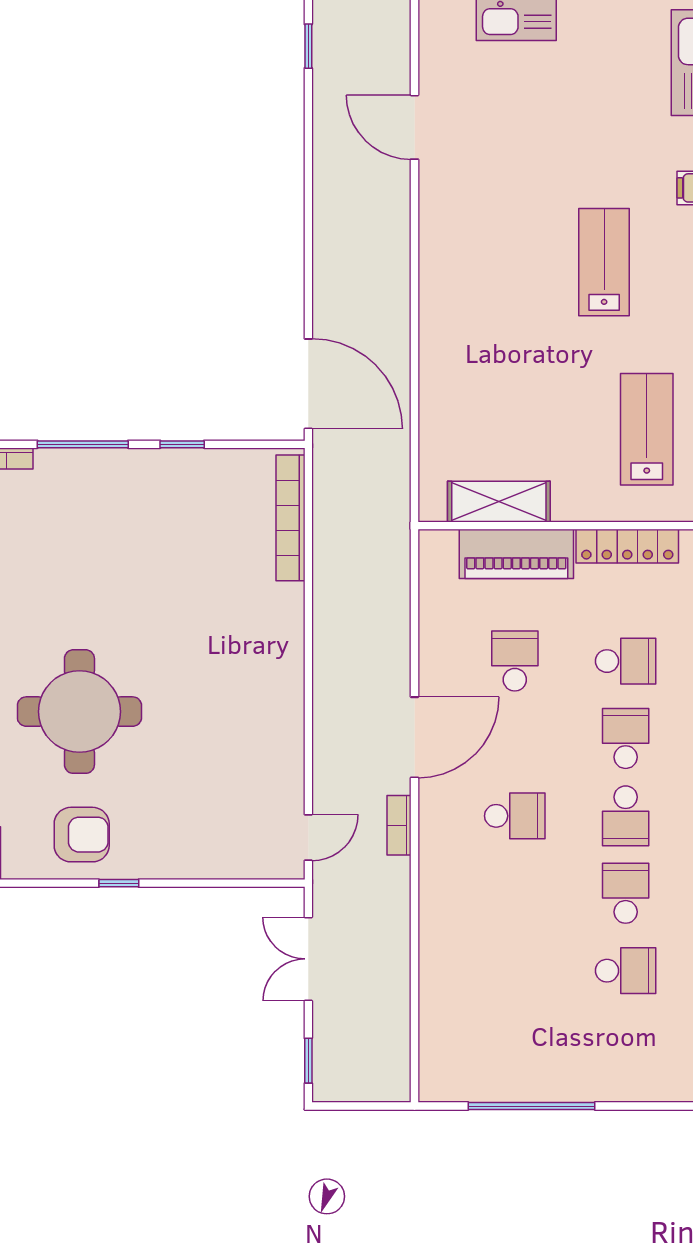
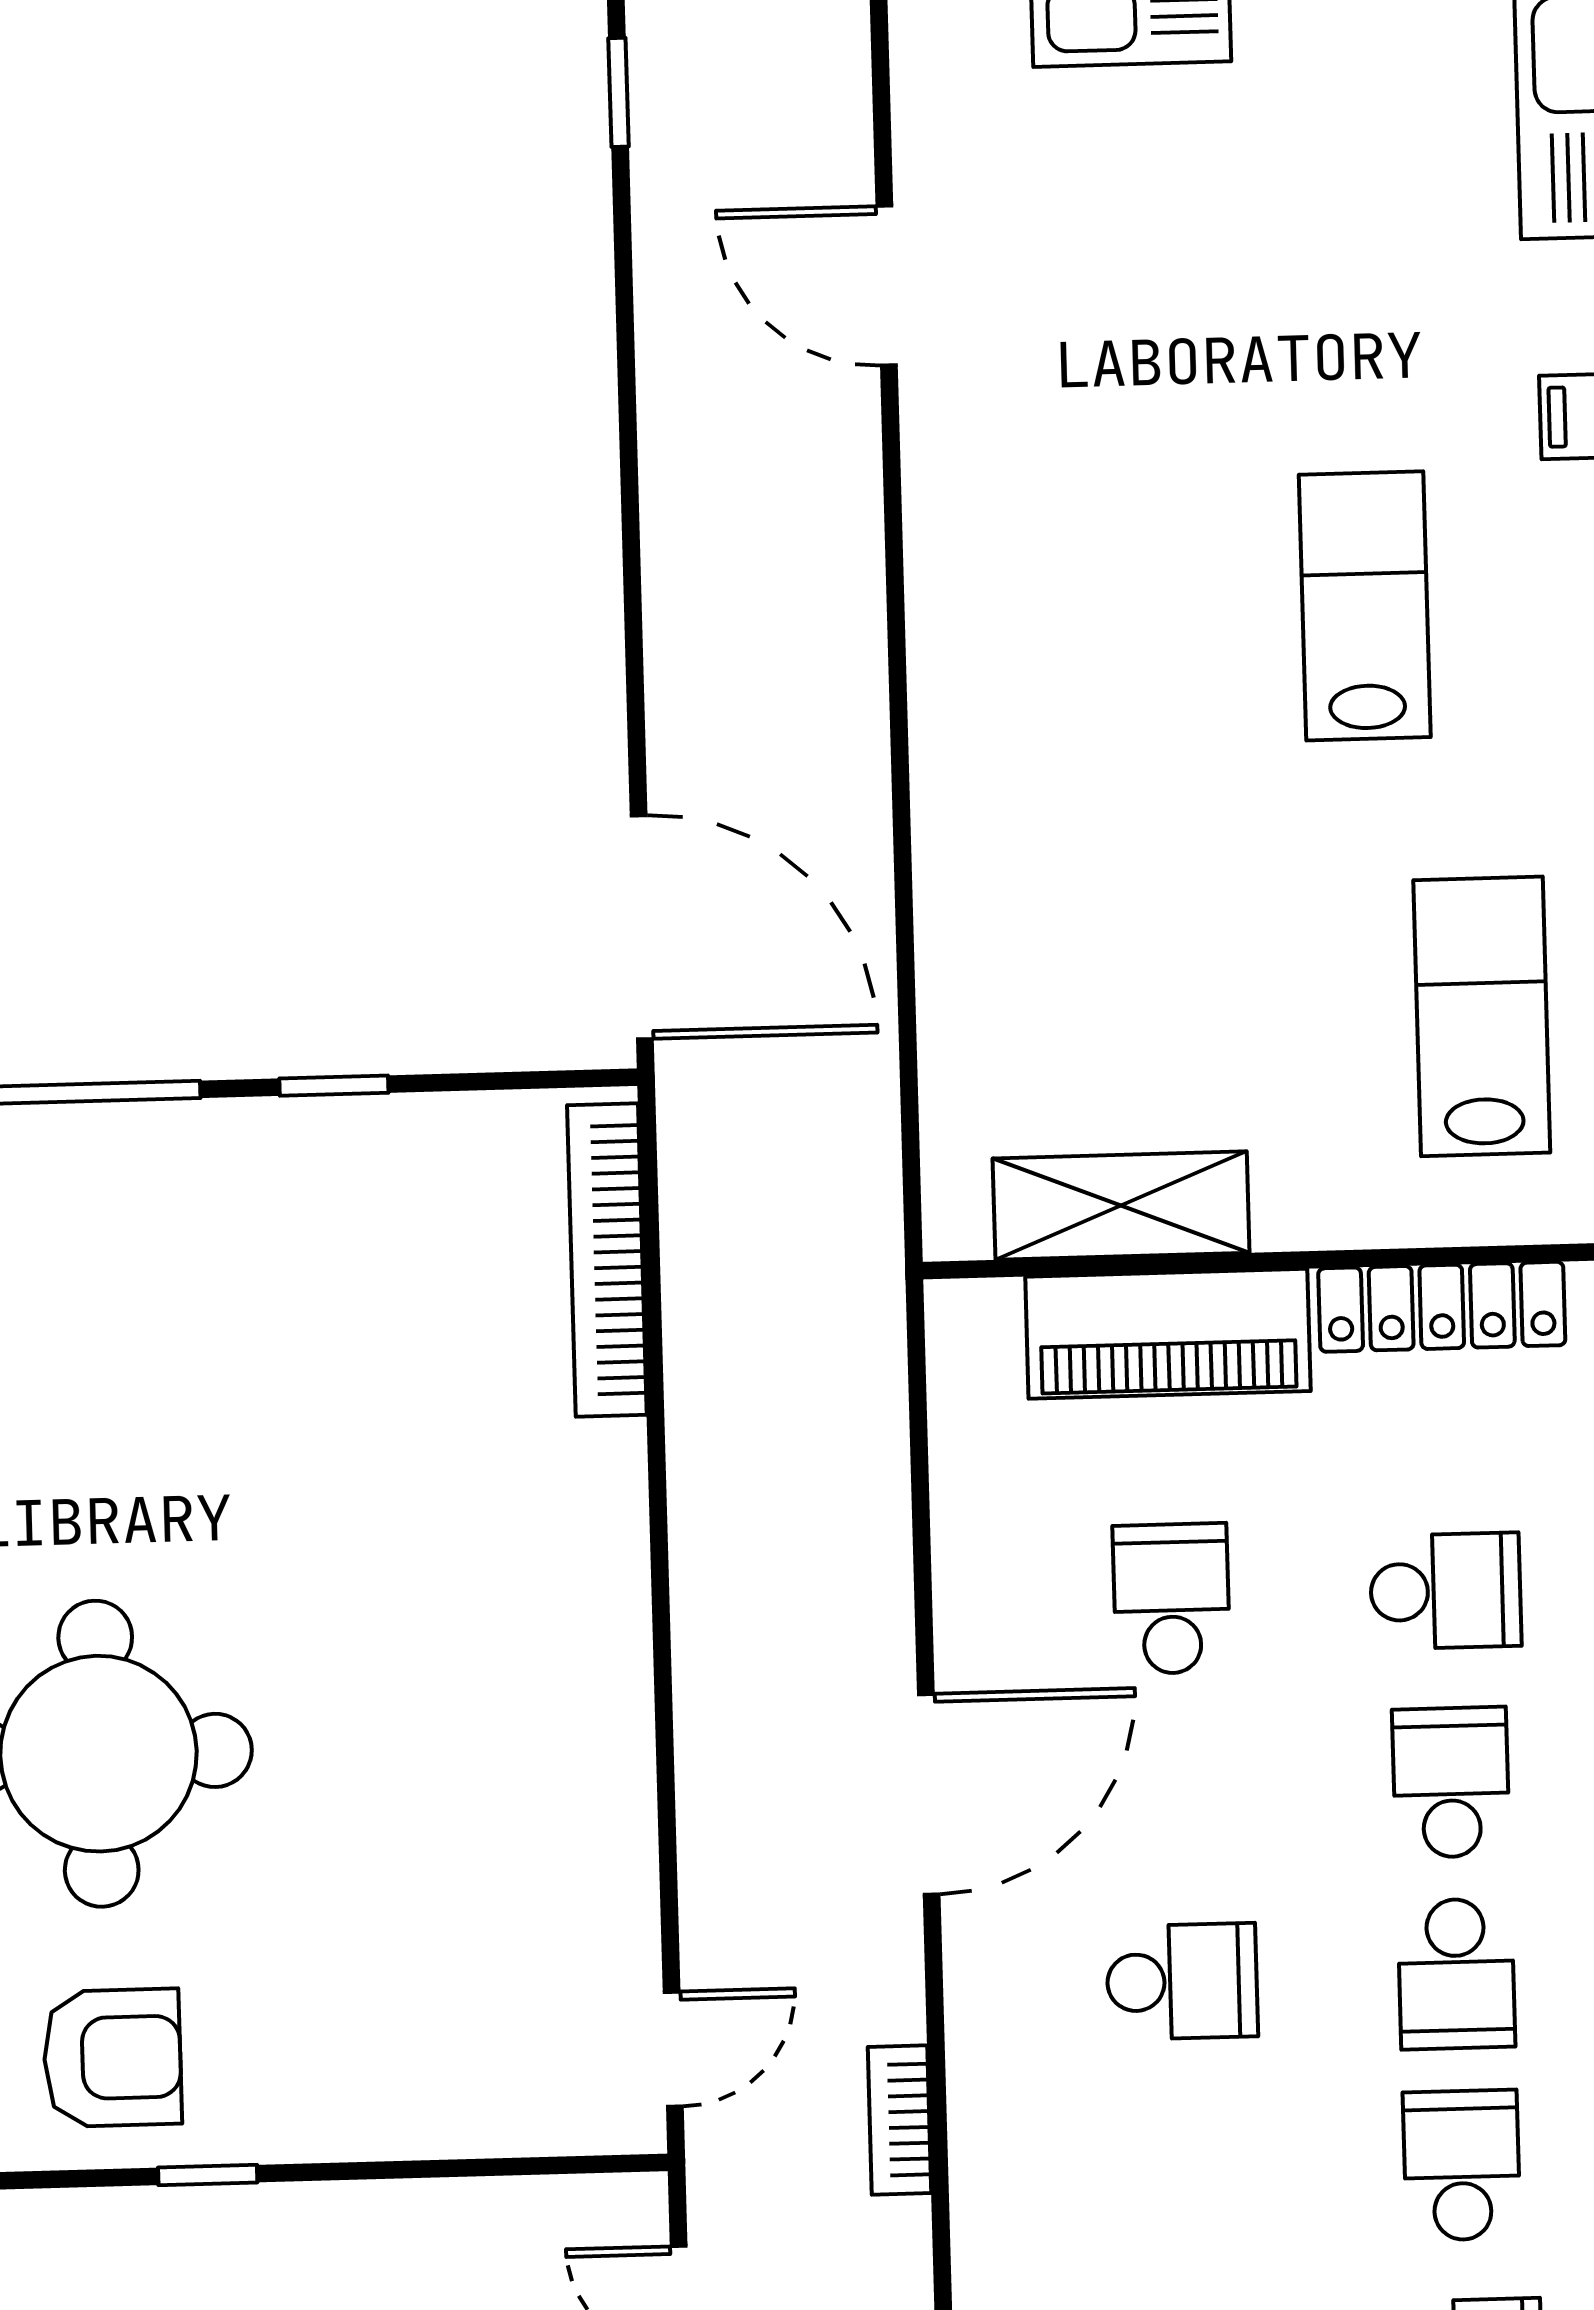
bookcase: (399, 825) -> (899, 2120), moved

